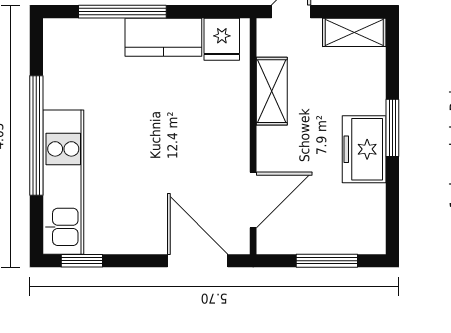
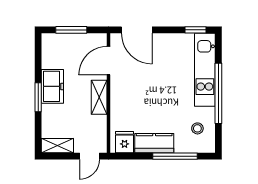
stool: (78, 66) -> (197, 128), added
shelving: (272, 91) -> (99, 97), moved

